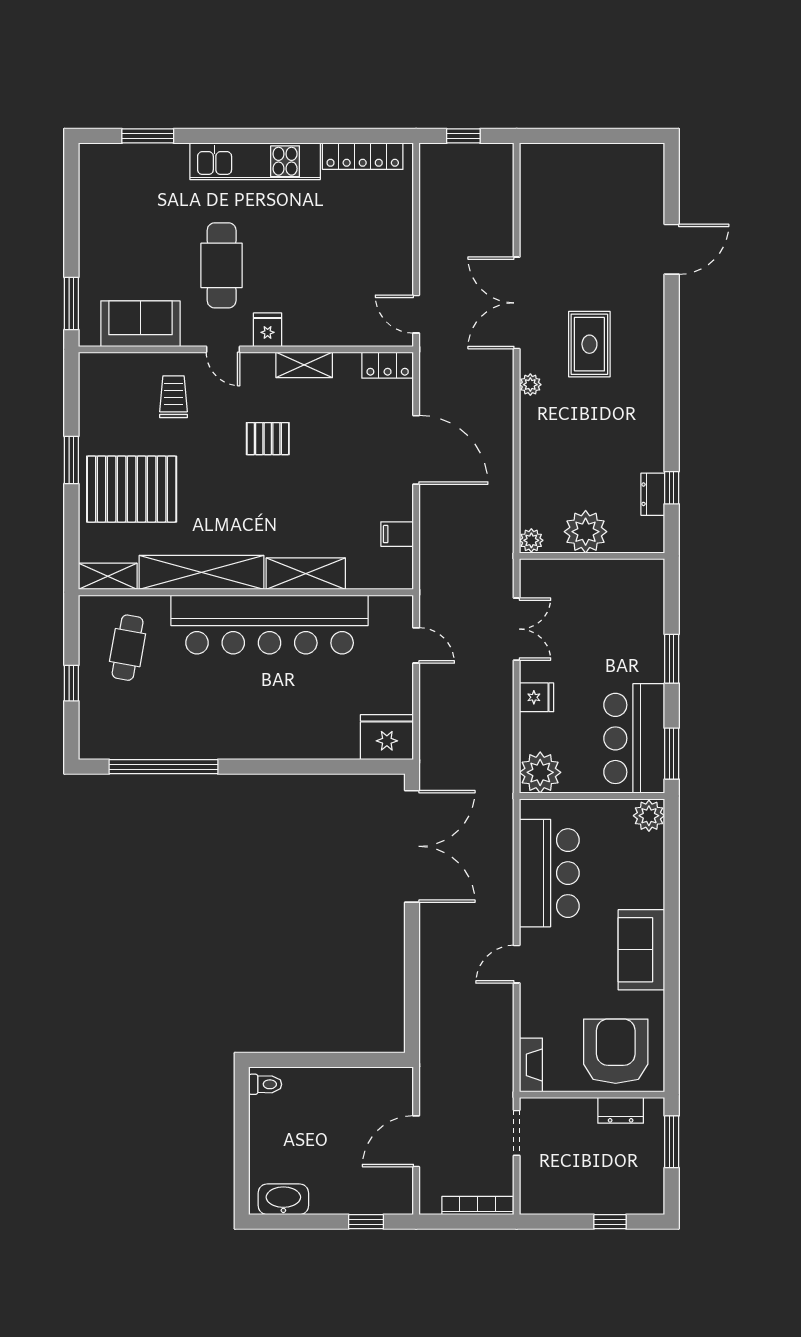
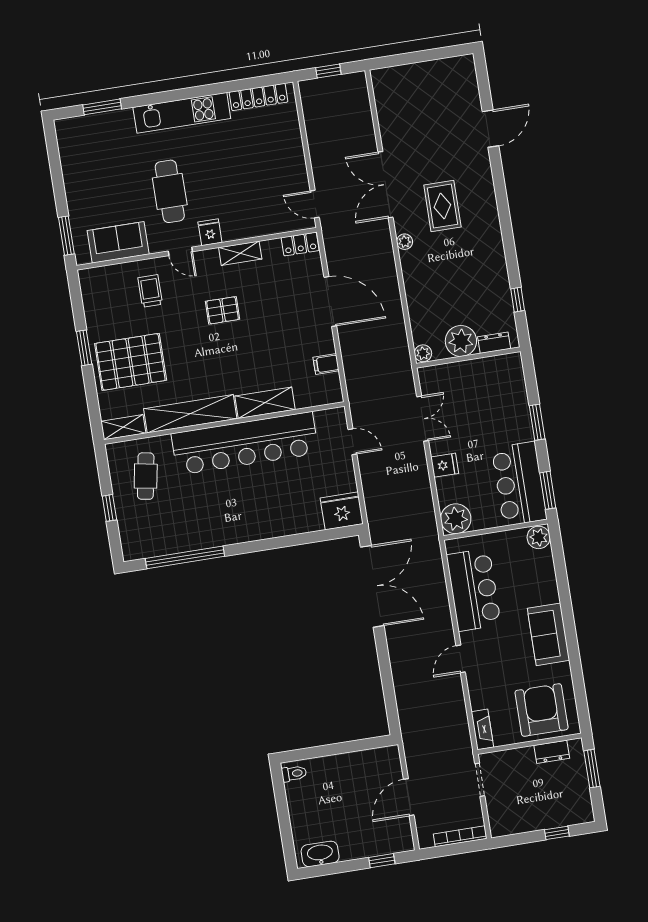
dresser: (653, 494) -> (494, 343), moved, turned 90

